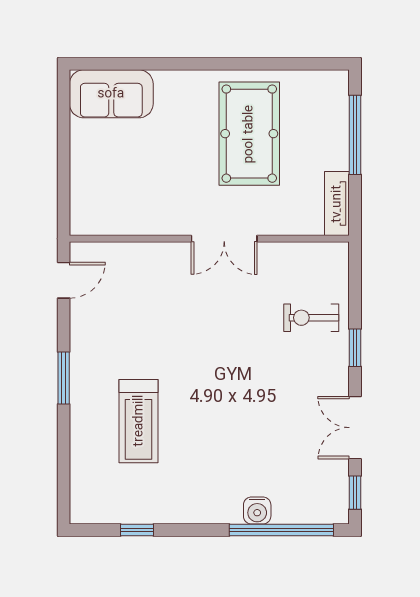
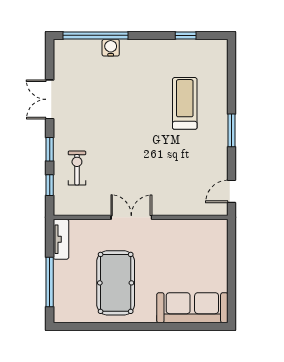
sofa: (111, 94) -> (192, 308), width x1.36
exercise bike: (311, 318) -> (77, 168), turned -90
double door: (355, 428) -> (50, 99), swing flipped
window: (355, 493) -> (50, 185), moved

